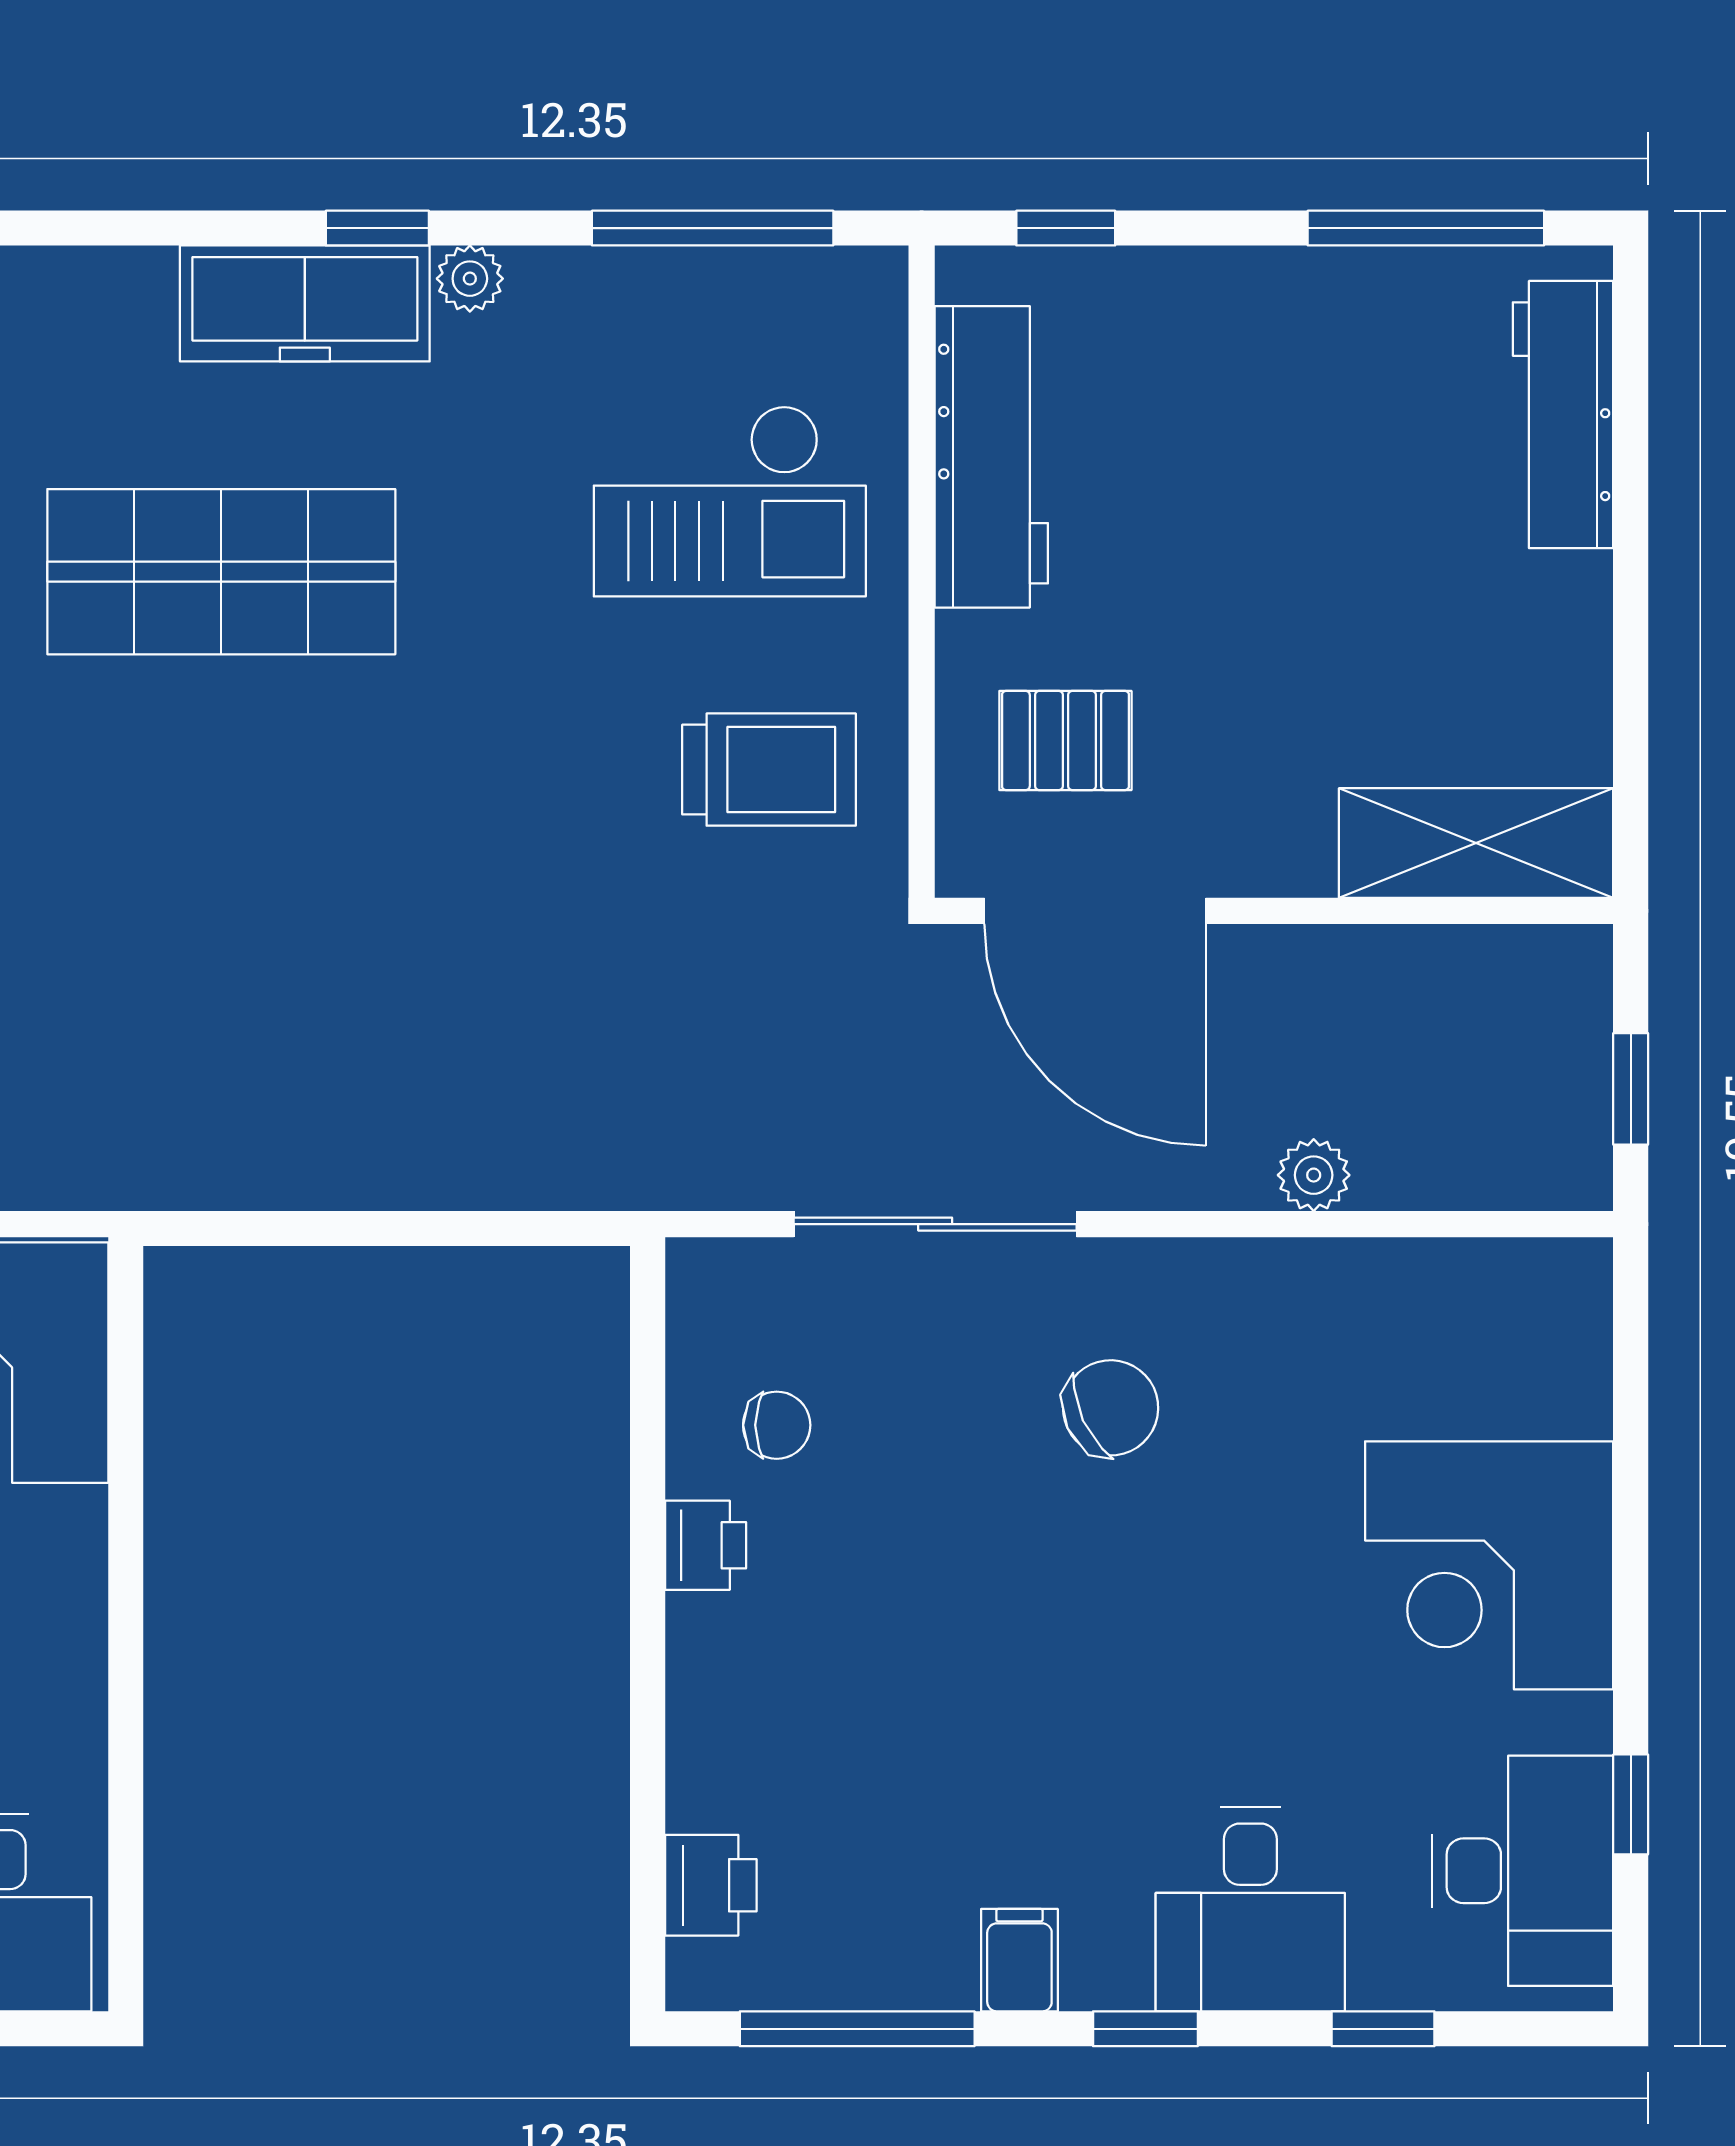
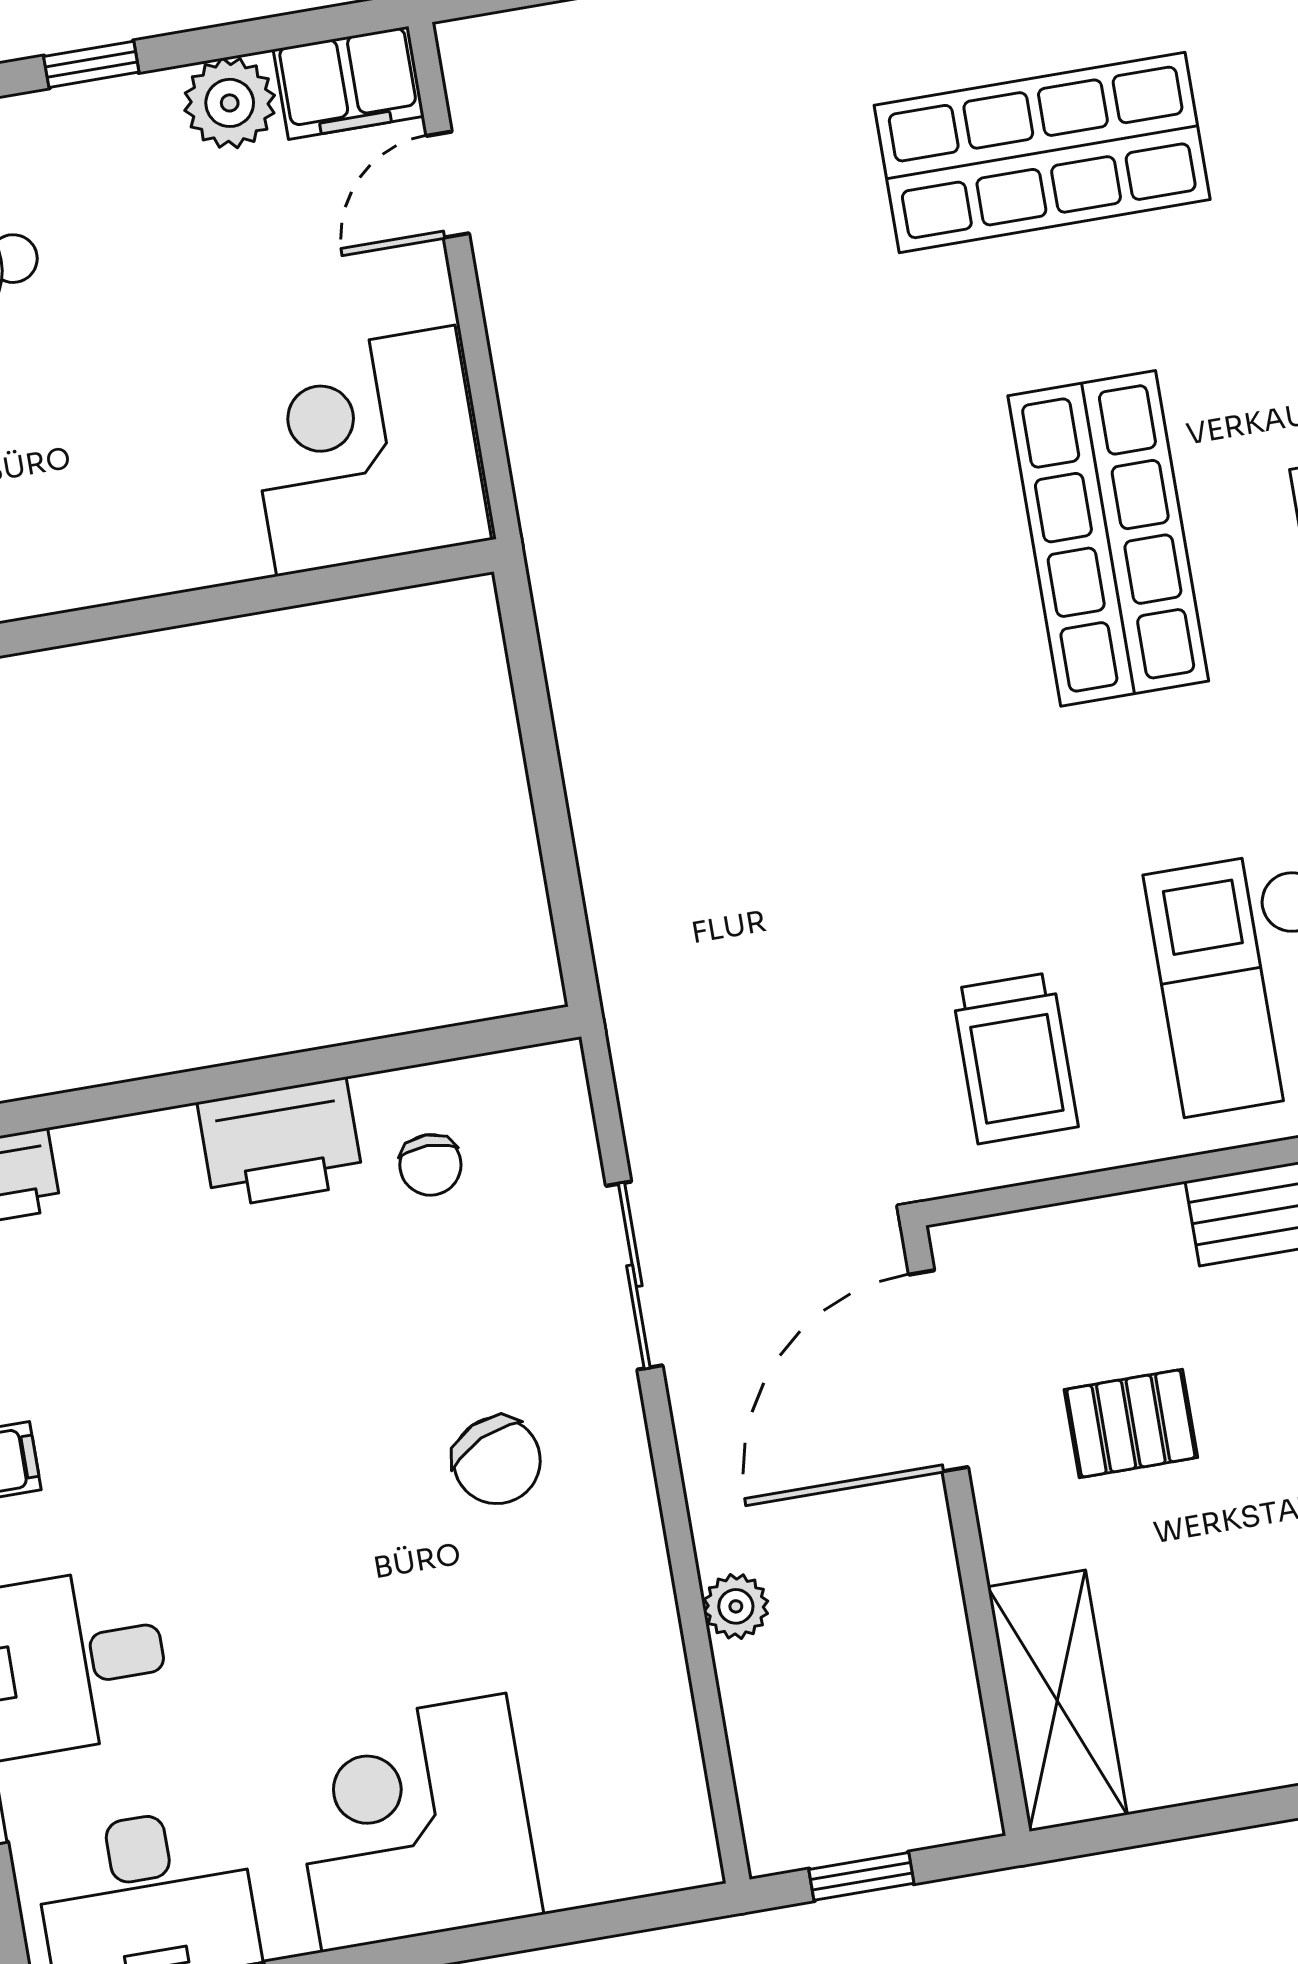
pallet: (1065, 740) -> (1131, 1424), moved, turned 90
sliding door: (935, 1224) -> (634, 1276), width x0.73
printer: (706, 1545) -> (280, 1143), width x1.87, depth x1.48

